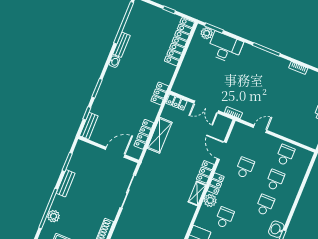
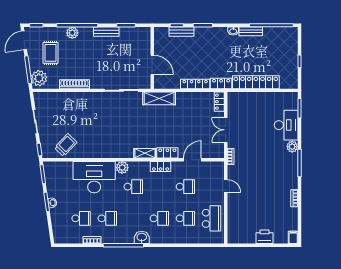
plant: (207, 33) -> (292, 147), moved
locker: (179, 42) -> (256, 82), moved
bench: (89, 126) -> (181, 32), moved
locker: (144, 134) -> (195, 84), moved
shelving: (160, 135) -> (159, 98), moved
school desk: (285, 155) -> (211, 218), width x1.85
plant: (210, 200) -> (122, 168), moved

